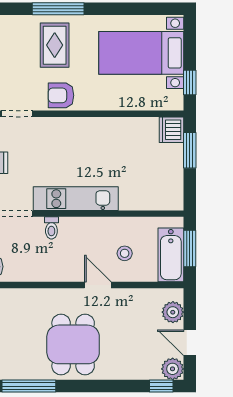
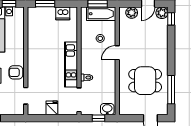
armchair: (61, 95) -> (16, 72), turned 90
dishwasher: (171, 130) -> (63, 13), moved
dining table: (73, 344) -> (145, 81), moved

